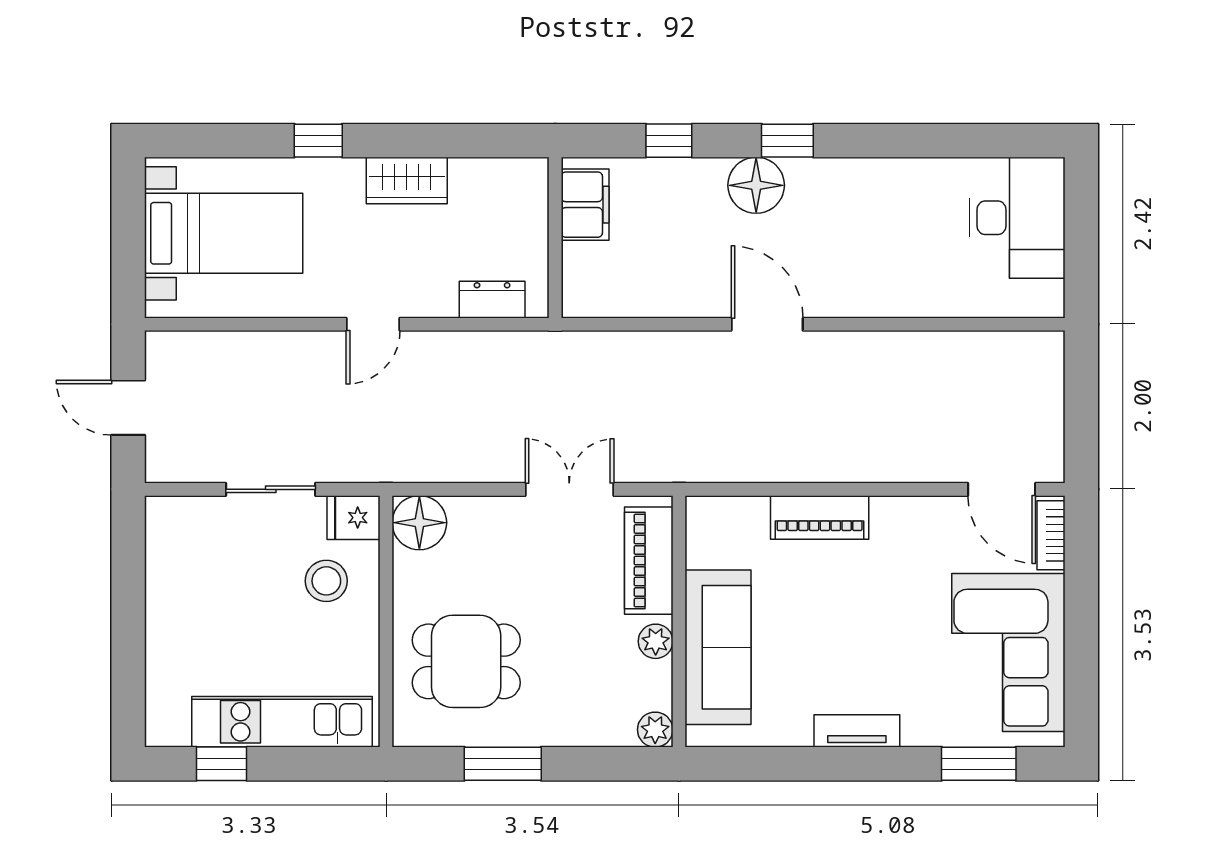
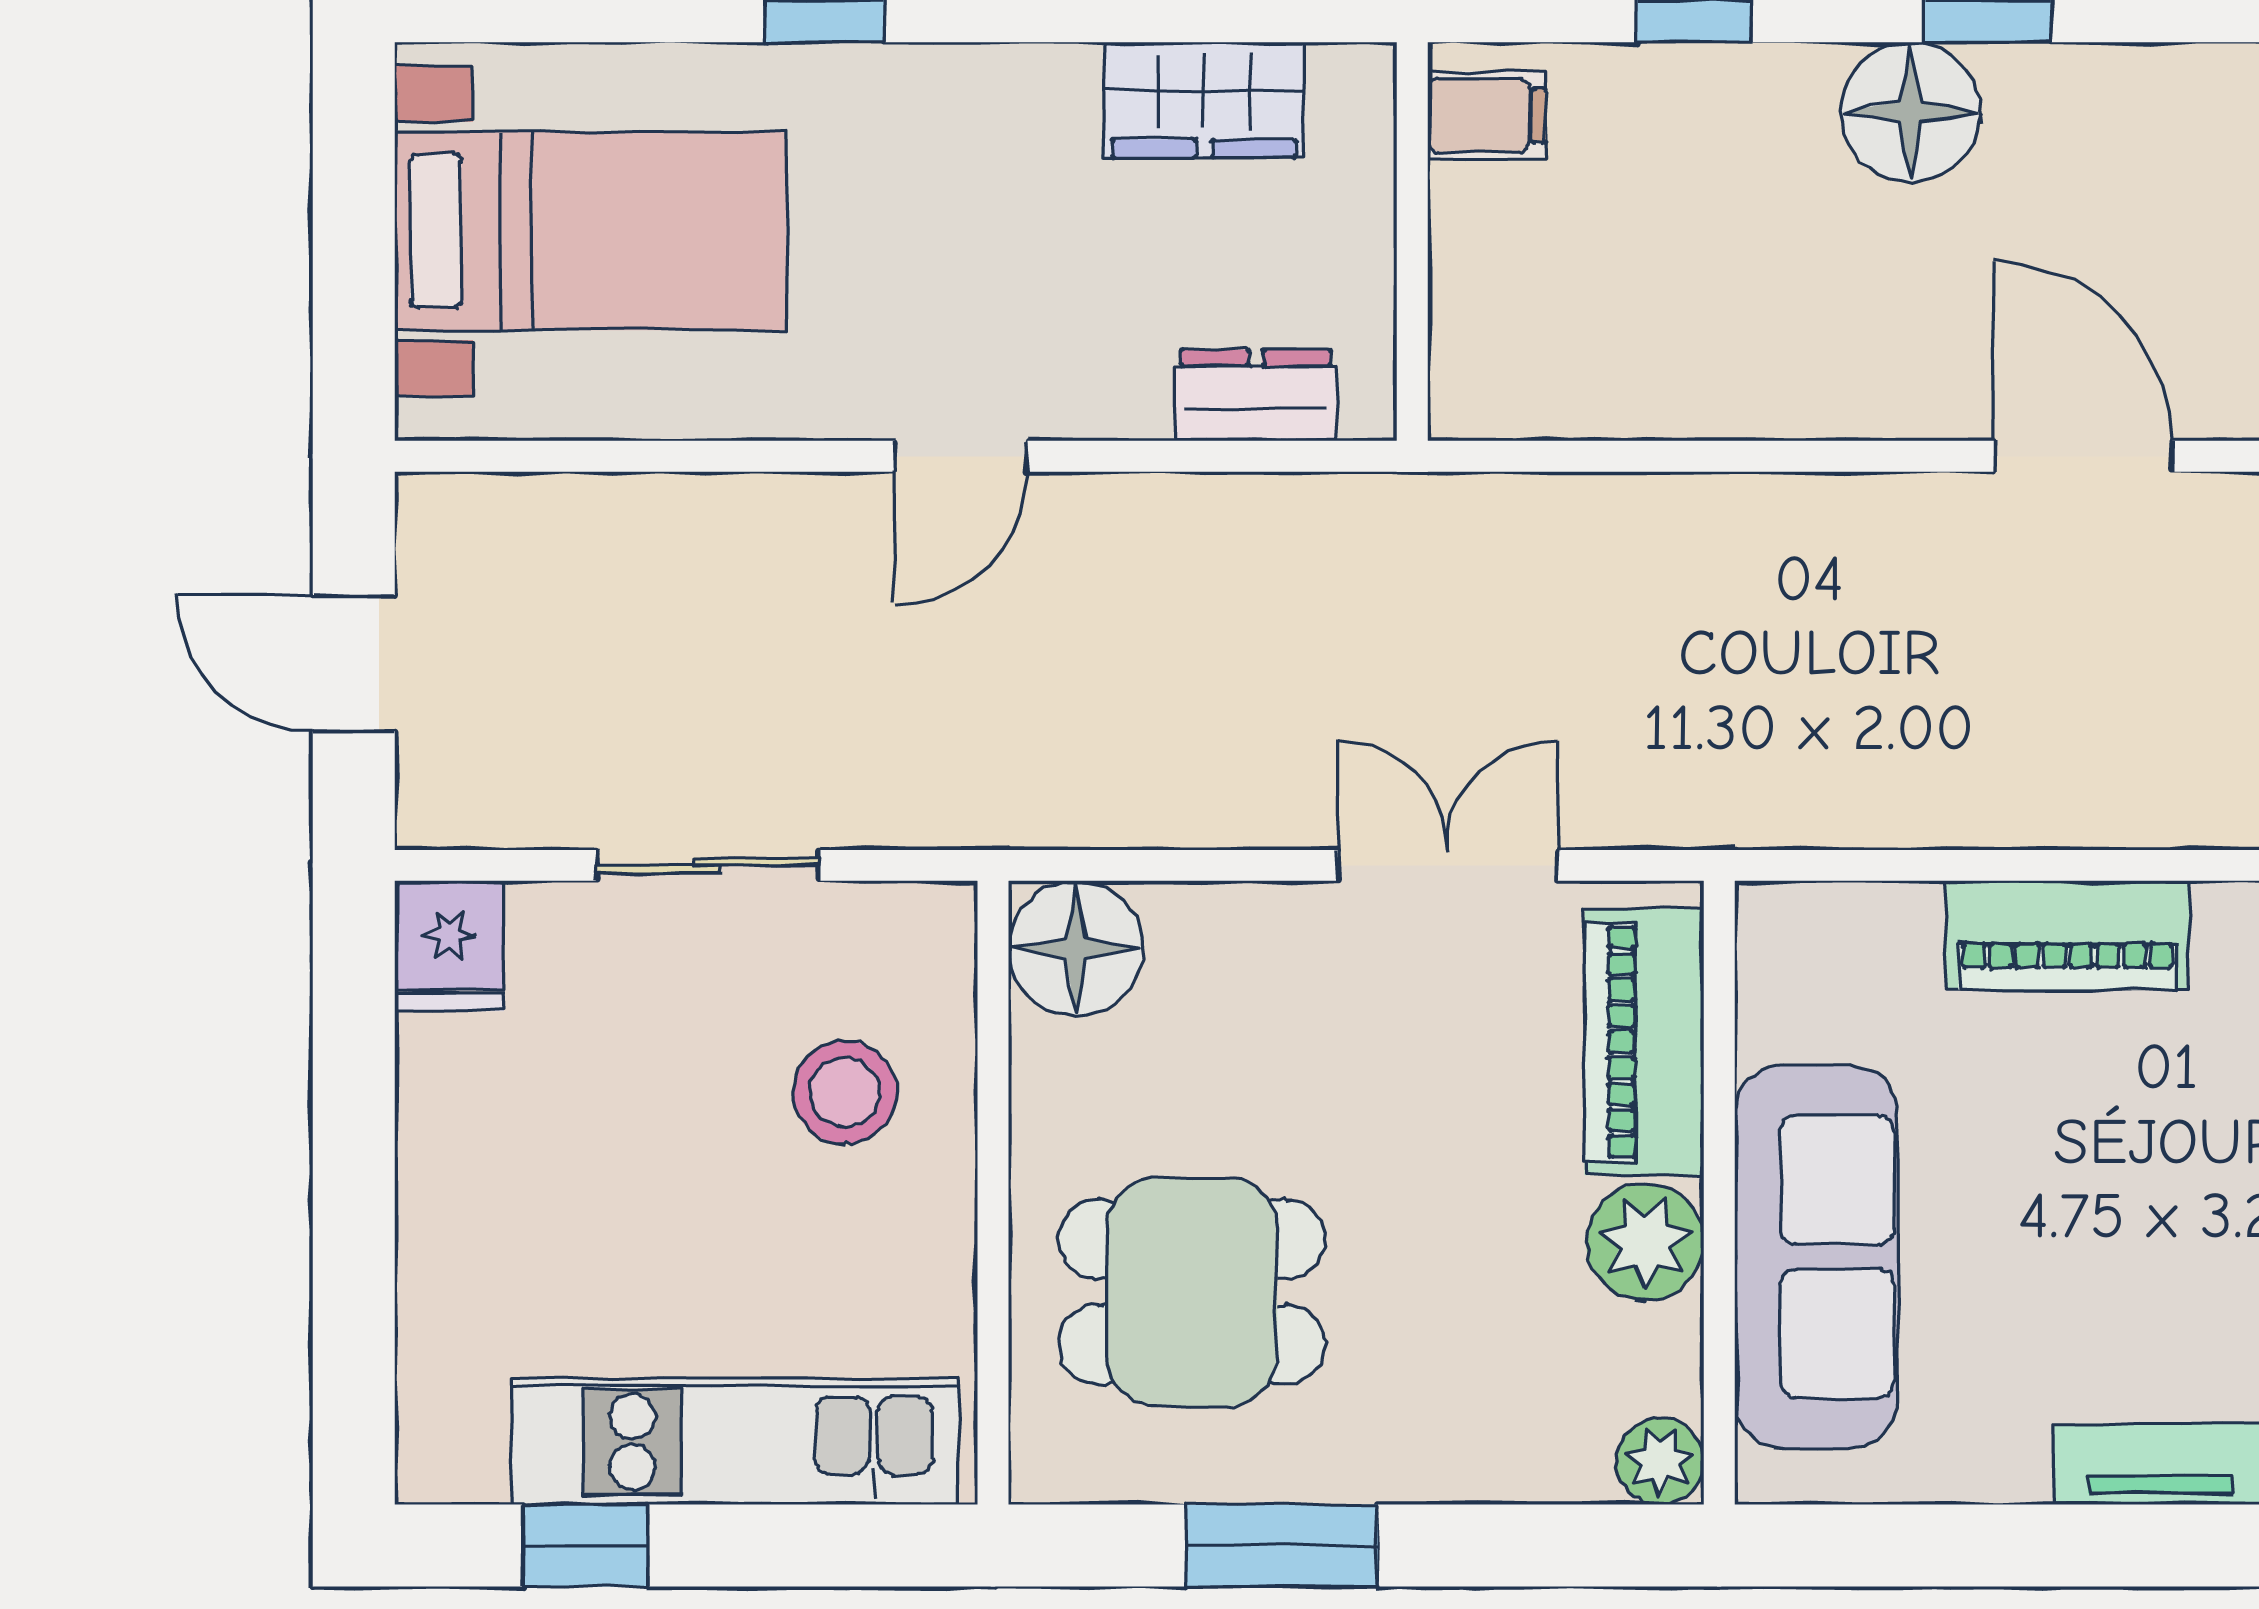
wardrobe: (407, 180) -> (1204, 100), moved
filing cabinet: (585, 205) -> (1487, 116), width x0.50
door: (767, 324) -> (2083, 456), moved
fridge: (354, 518) -> (449, 946), moved, turned -90
plant: (656, 641) -> (1645, 1242), width x1.38, depth x1.38

